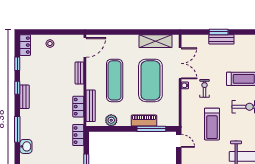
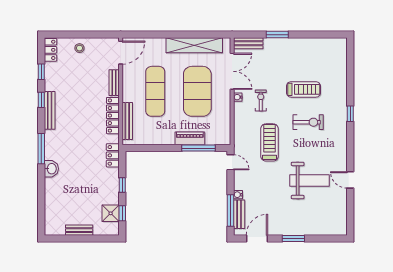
bench: (221, 39) -> (248, 43), moved
shelving: (156, 41) -> (194, 45), width x1.47
bench: (24, 97) -> (50, 110), width x1.36
locker: (78, 107) -> (113, 116), width x1.53
plant: (111, 120) -> (151, 138), removed
treadmill: (212, 124) -> (270, 142), turned 180

